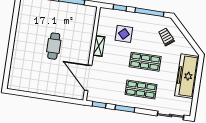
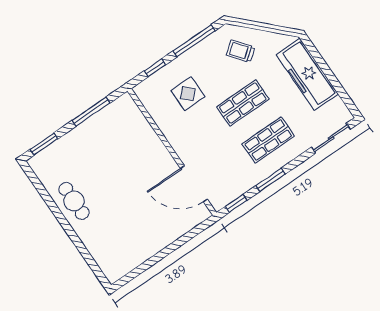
cafe table: (54, 46) -> (74, 201), moved
shelving: (99, 46) -> (172, 135), removed

